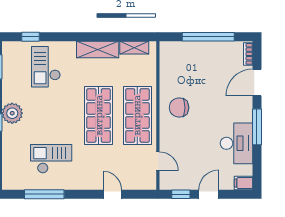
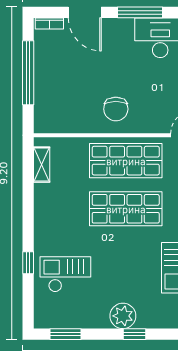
window: (30, 37) -> (28, 263), moved
shelving: (98, 50) -> (44, 210), removed
checkout: (46, 67) -> (65, 274), turned 180

